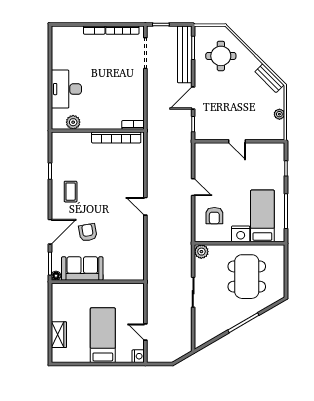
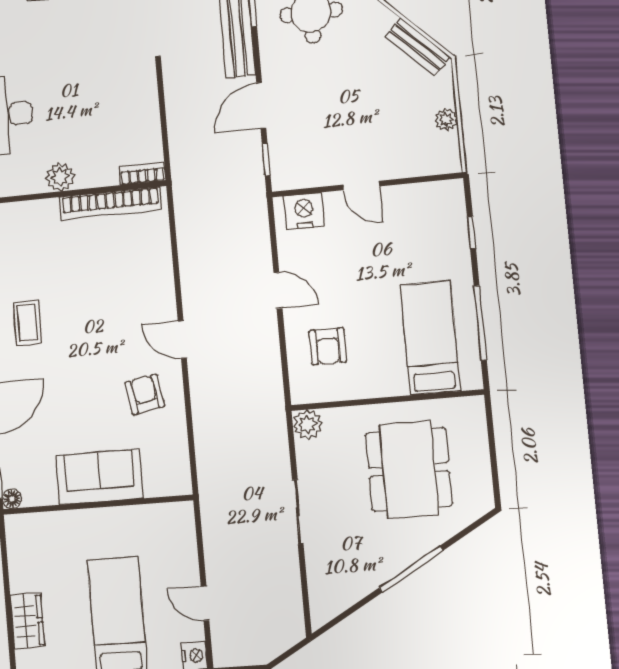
plant: (73, 122) -> (60, 177), moved
armchair: (88, 232) -> (145, 394), moved
nightstand: (241, 234) -> (304, 211), moved, turned 180
sofa: (82, 269) -> (100, 477), moved

